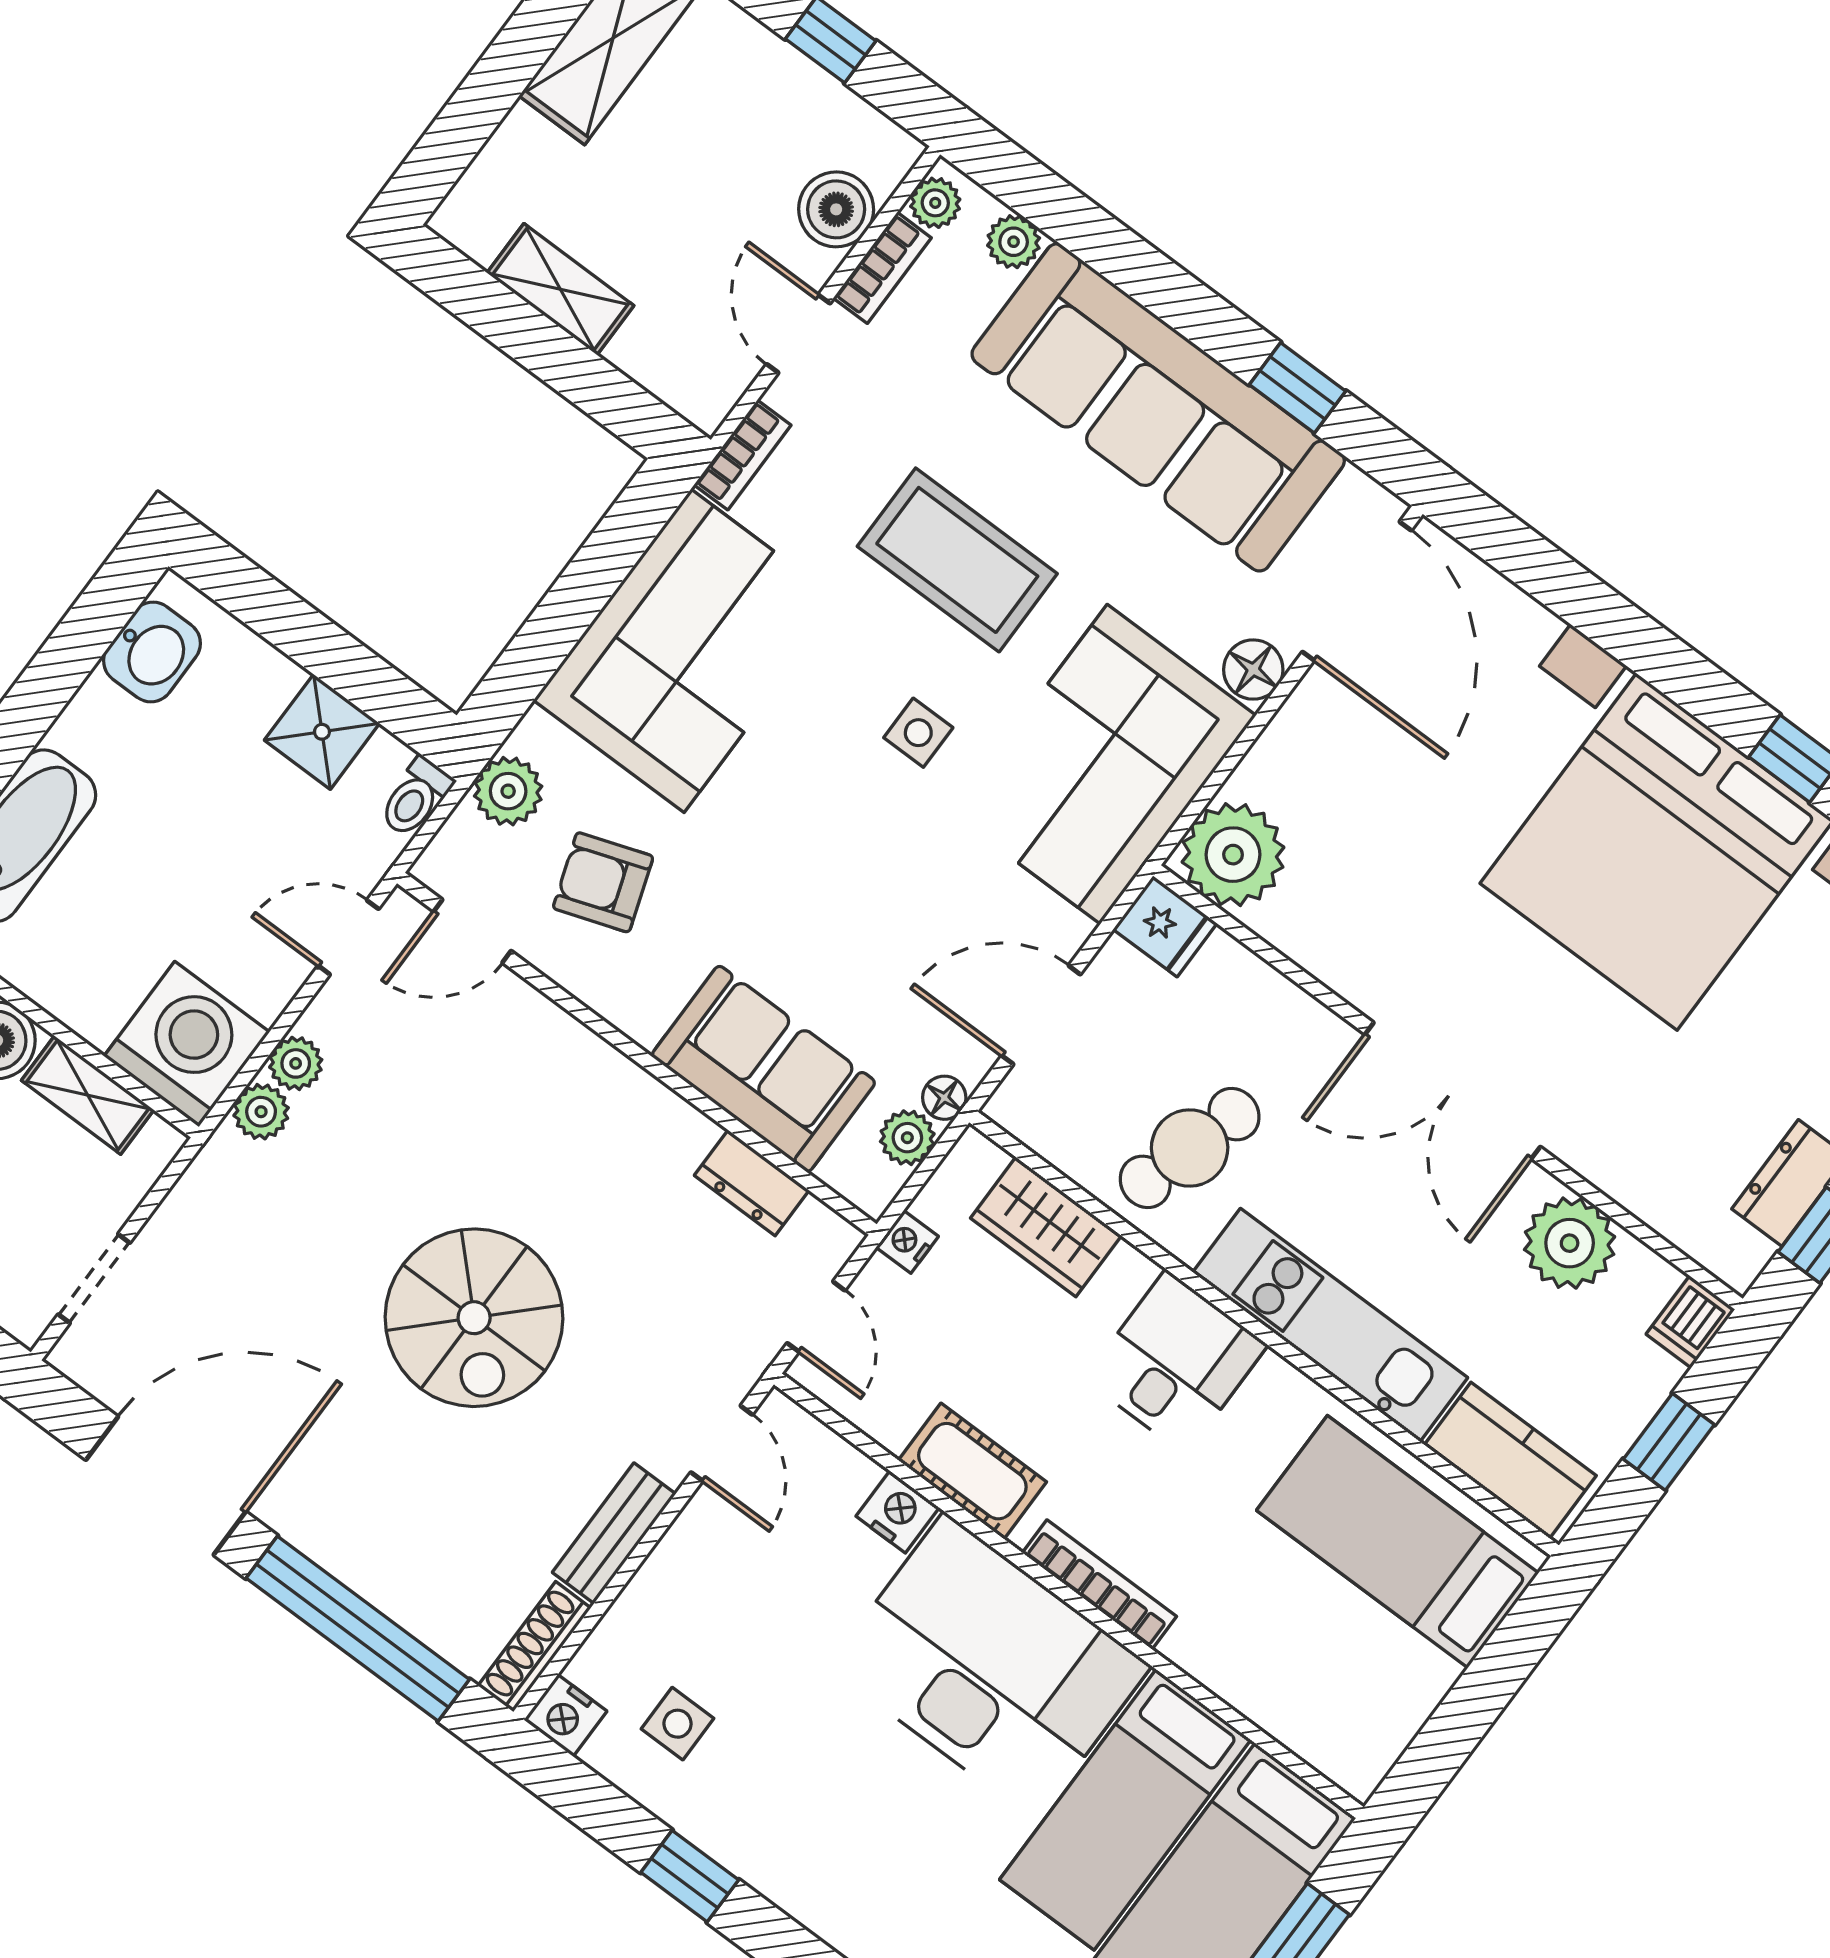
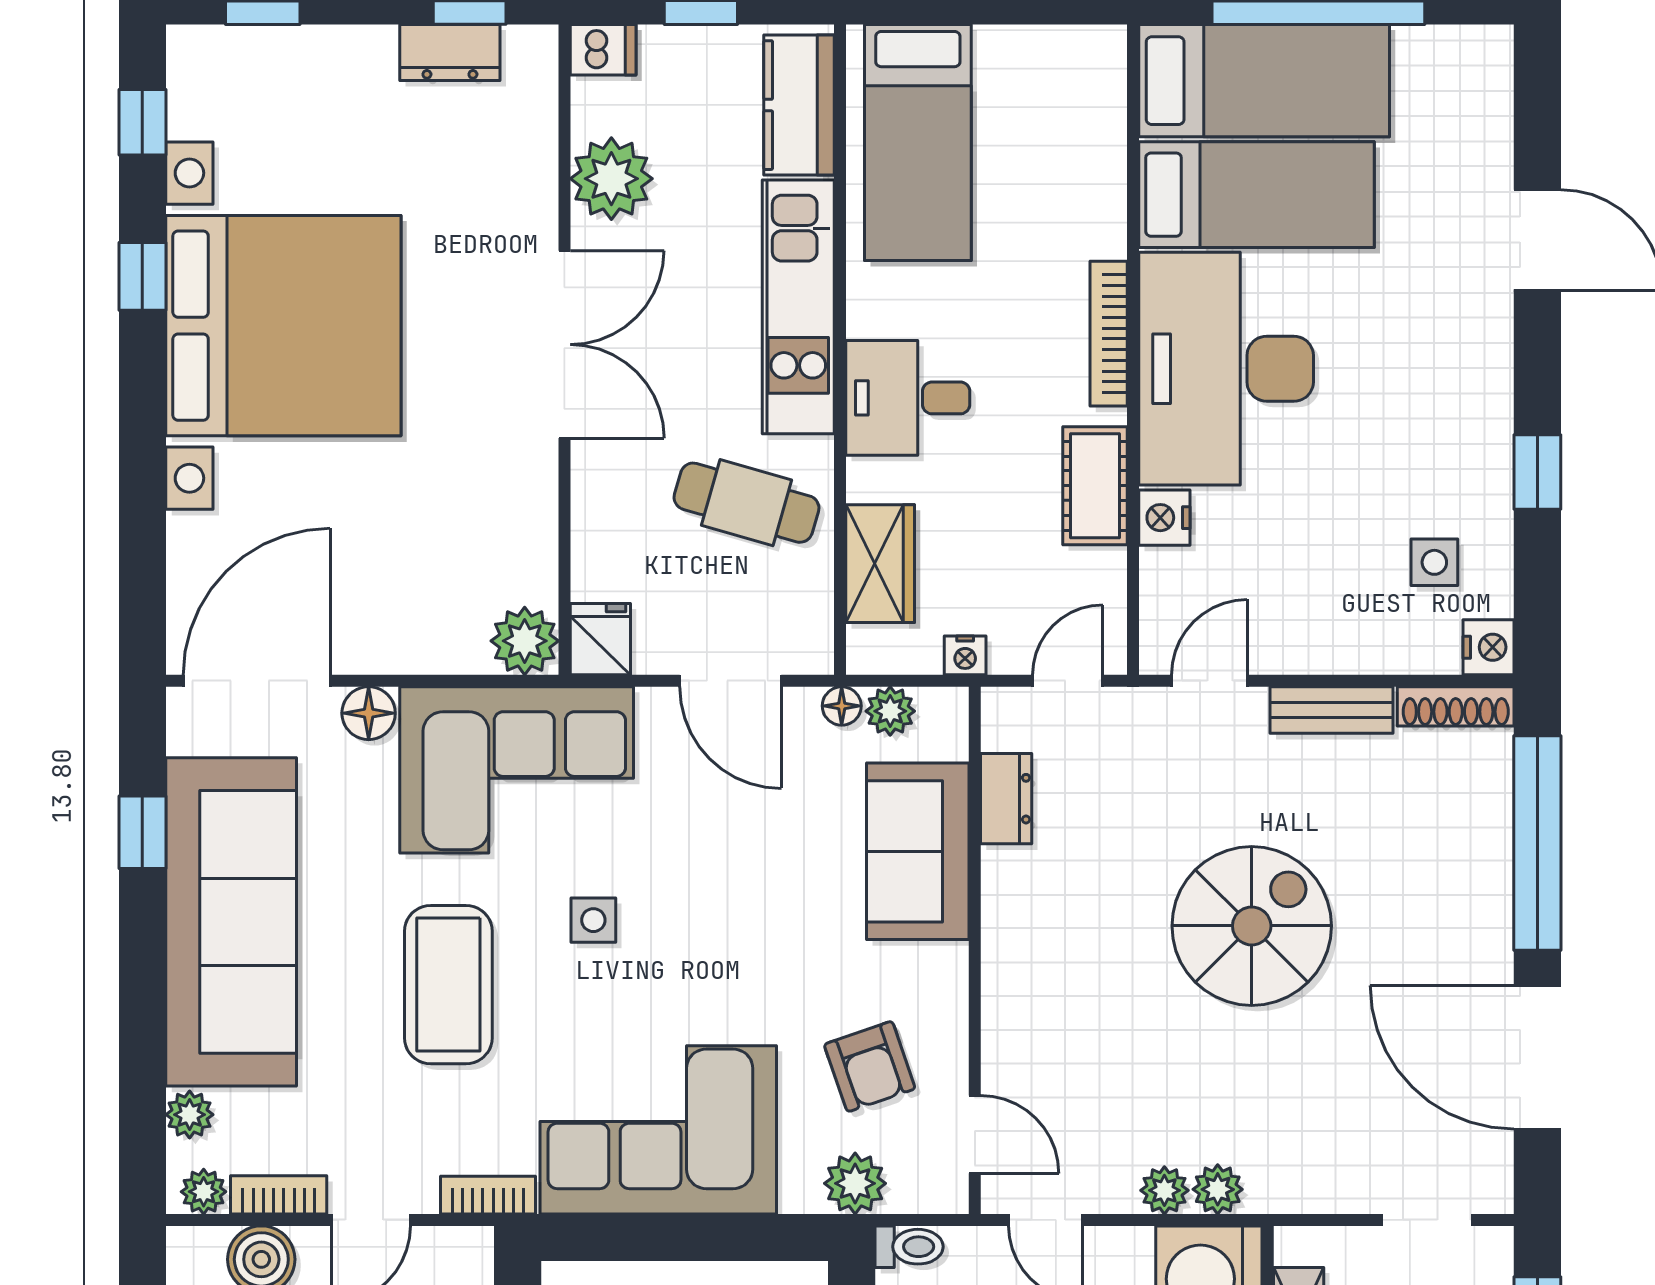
plant: (1233, 855) -> (525, 641), width x0.73, depth x0.73

